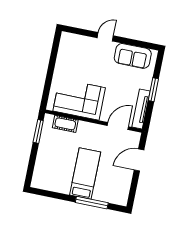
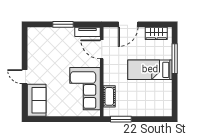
sofa: (133, 56) -> (37, 100), moved
tv unit: (141, 109) -> (88, 32), width x0.71
door: (139, 160) -> (128, 24), hinge flipped
wardrobe: (123, 188) -> (156, 33), added

